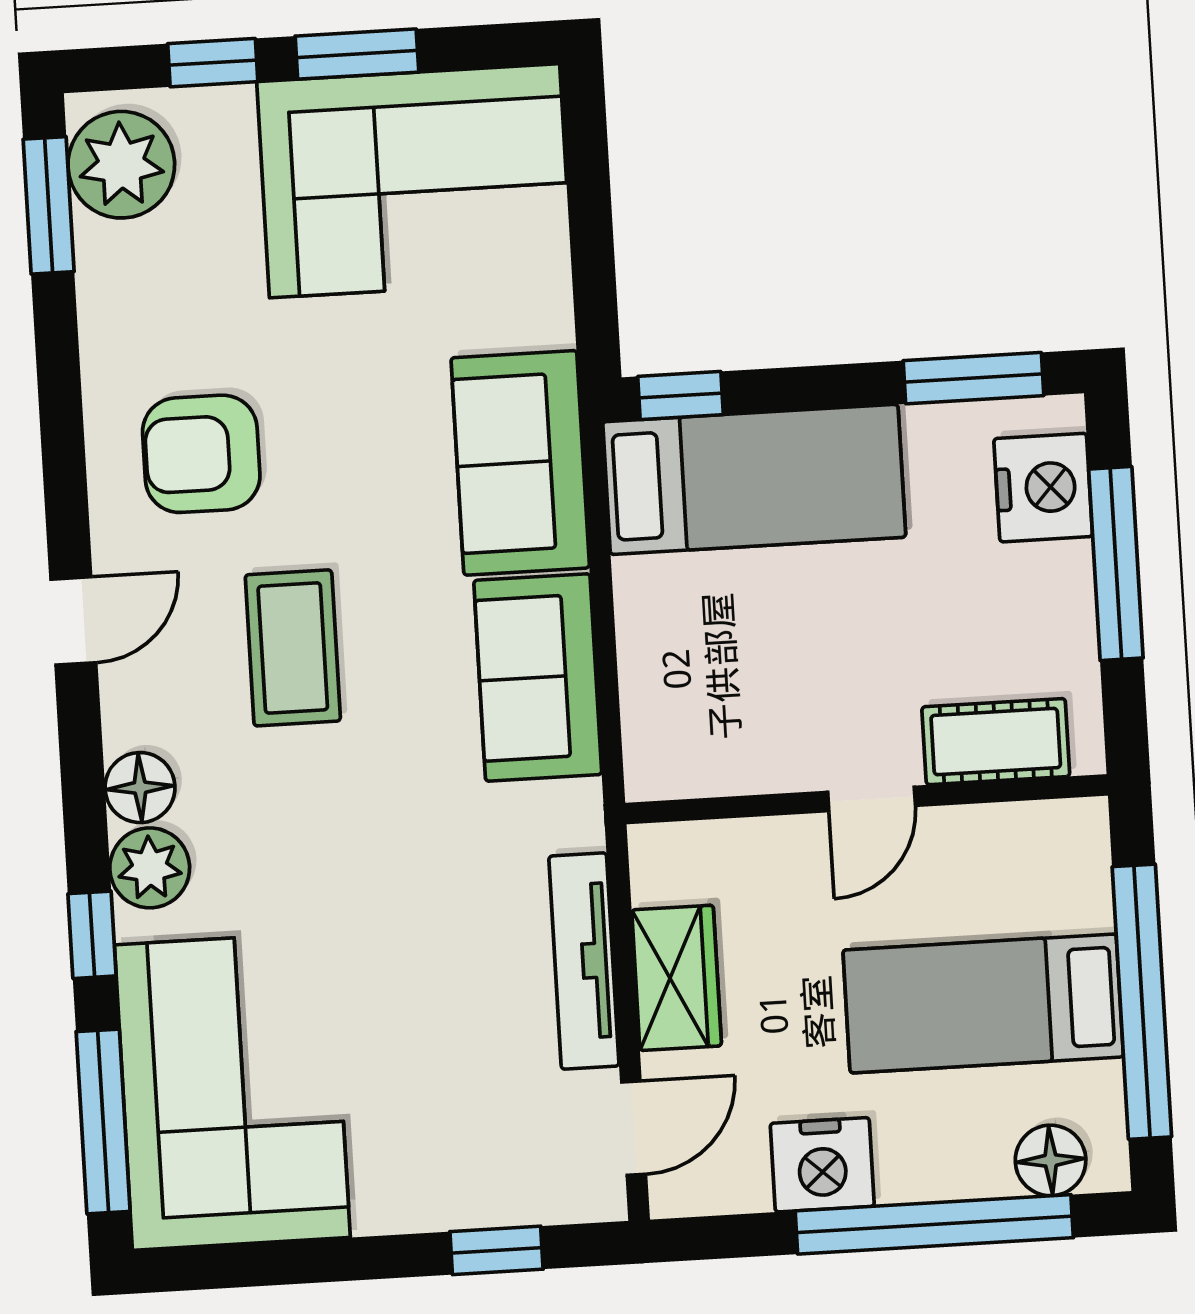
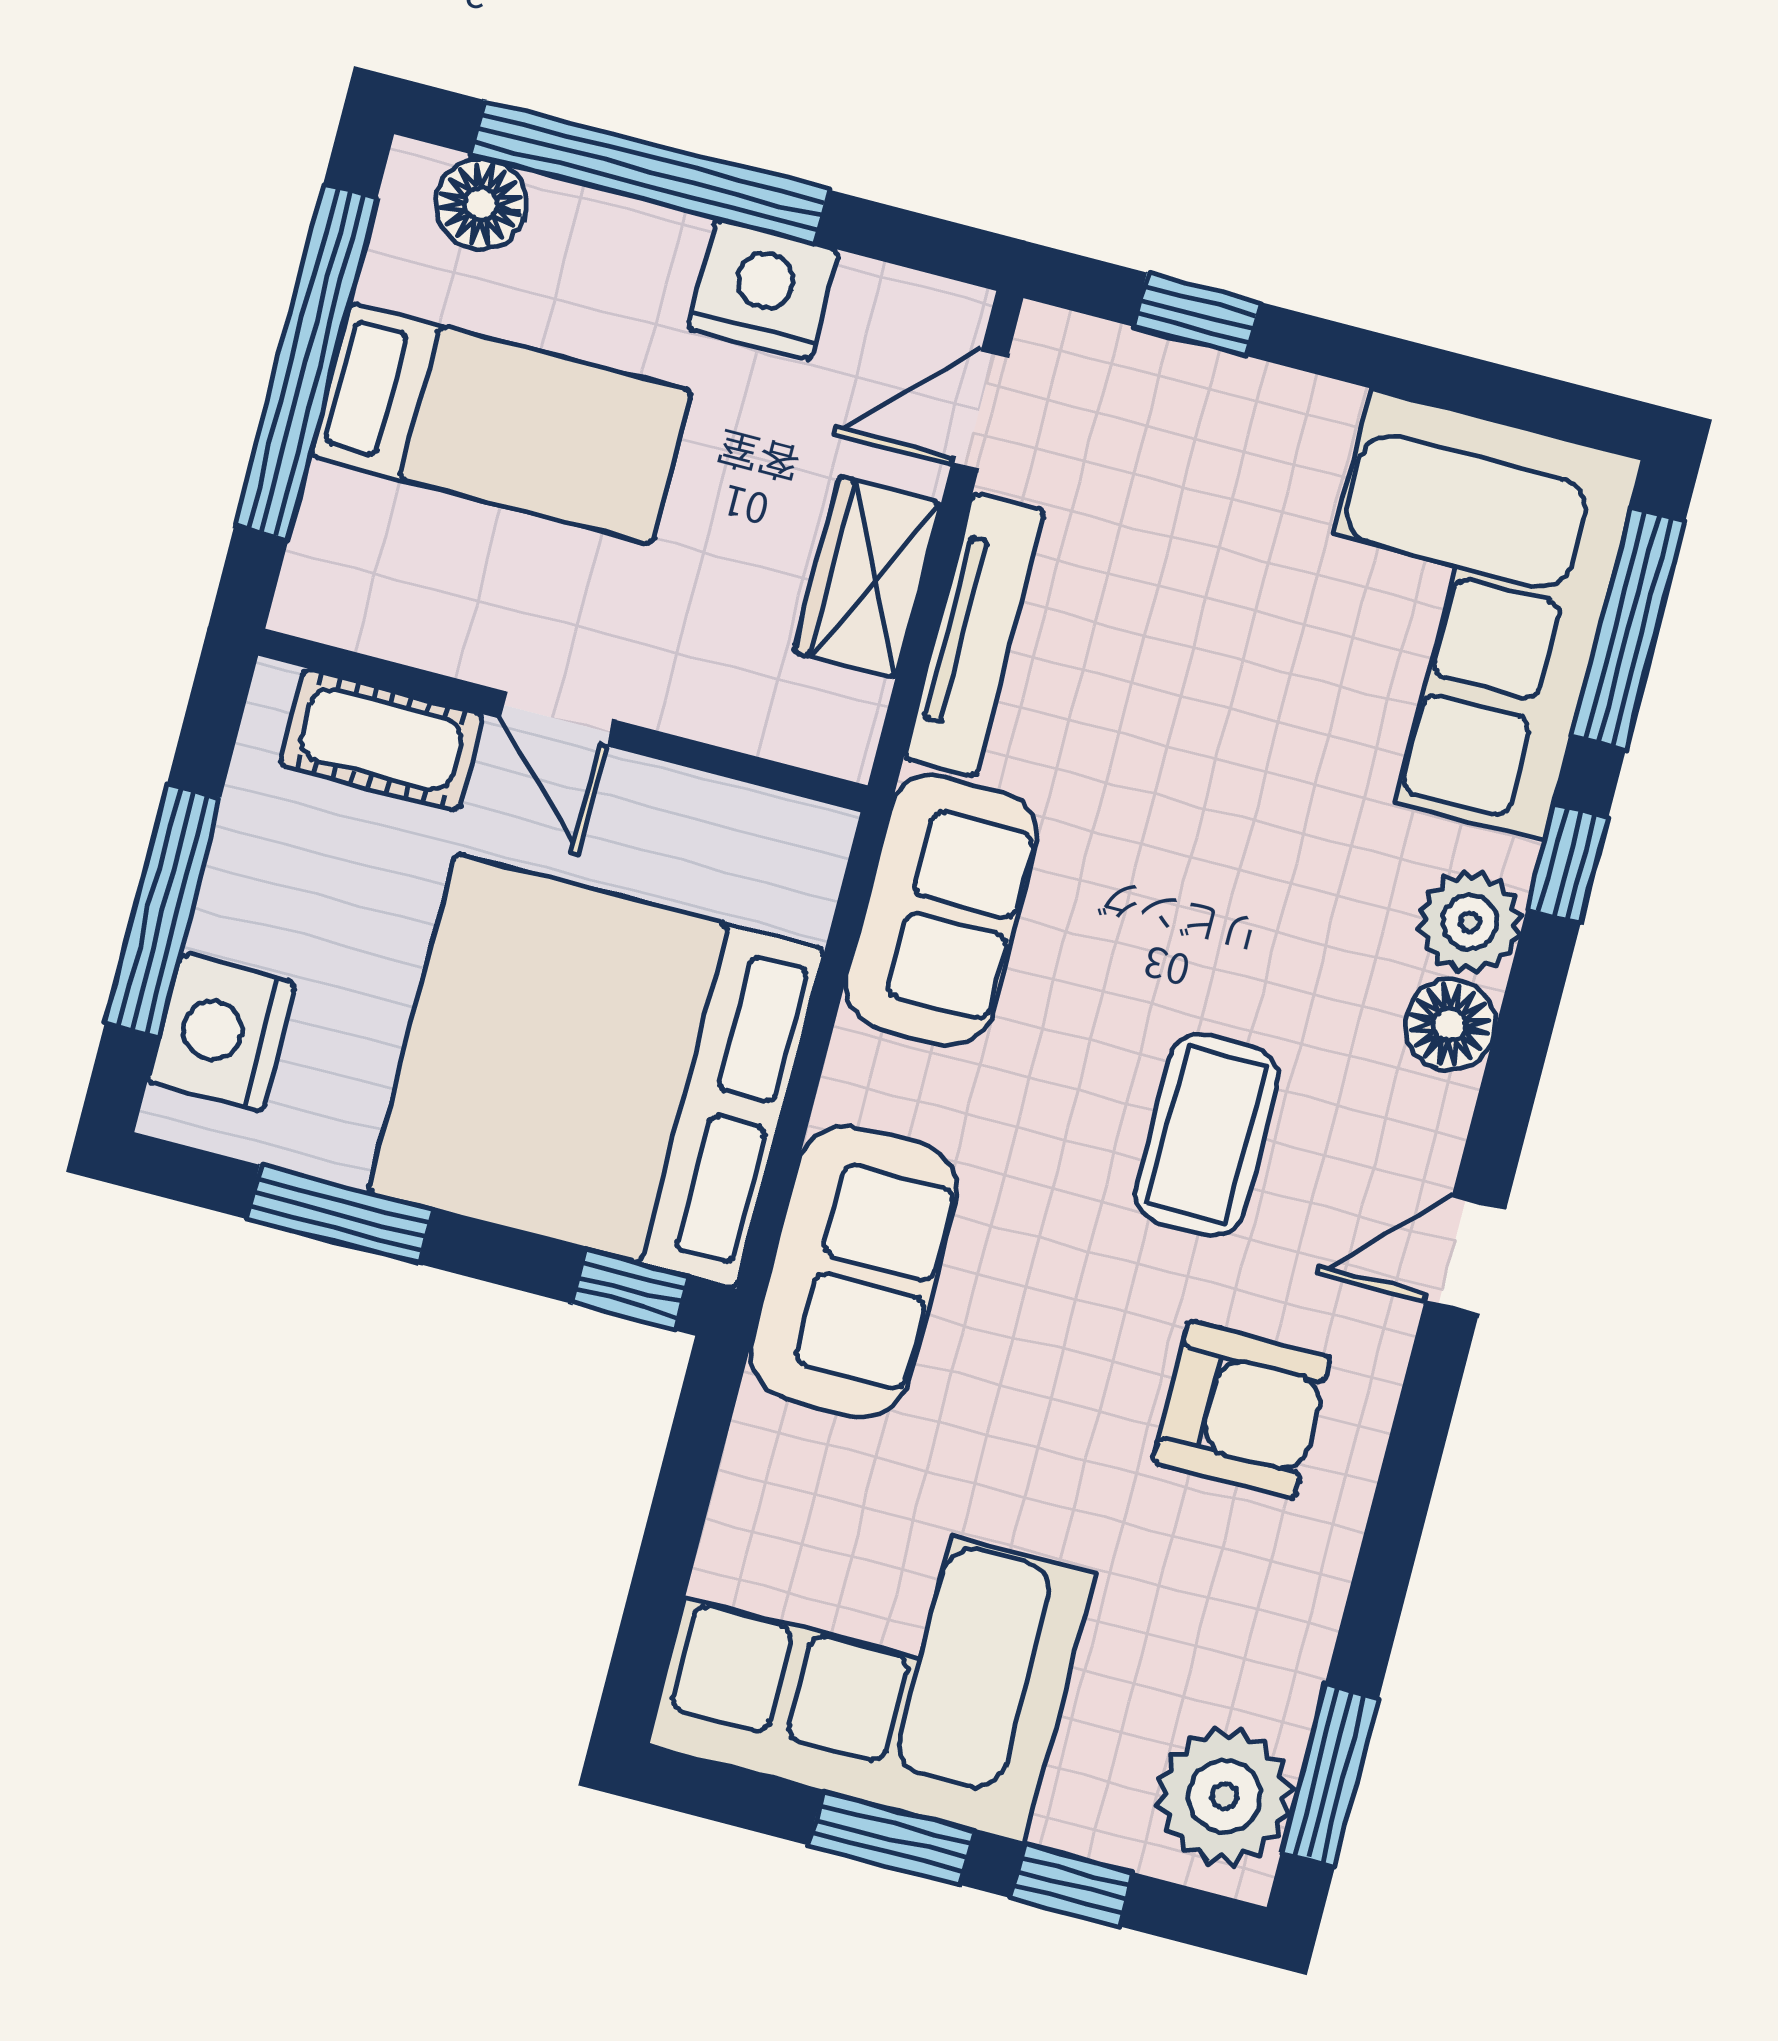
window: (973, 378) -> (339, 1214), moved
bed: (754, 479) -> (596, 1071), width x2.04
sofa: (538, 677) -> (941, 910), moved
door: (872, 799) -> (557, 719), swing flipped

